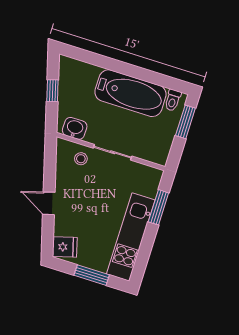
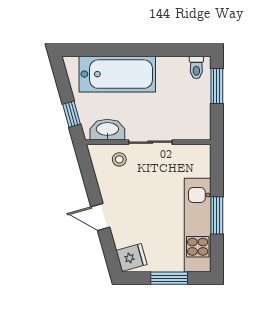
window: (52, 91) -> (72, 114), moved
bathtub: (130, 93) -> (117, 74), moved
washbasin: (75, 128) -> (107, 130), width x1.38
window: (158, 207) -> (217, 215), moved

